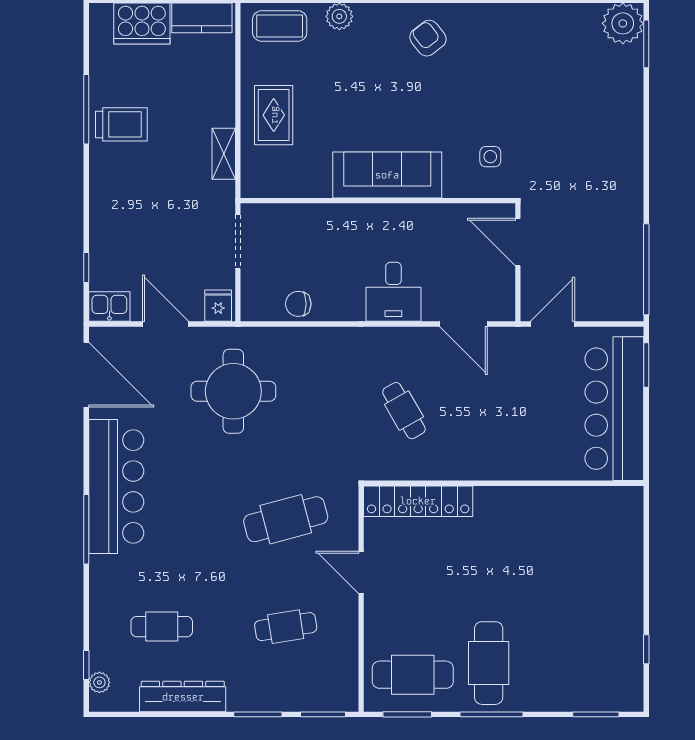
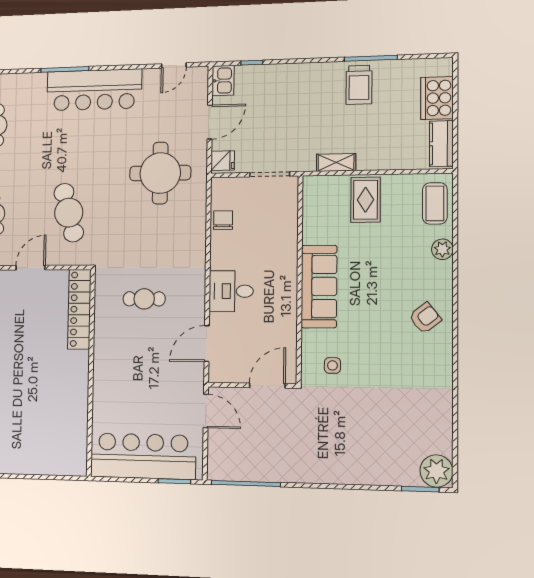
rug: (274, 115) -> (365, 200), turned 90
door: (86, 375) -> (174, 65), width x0.53
cafe table: (404, 411) -> (144, 299), turned 30

